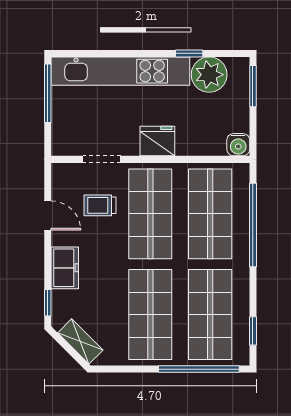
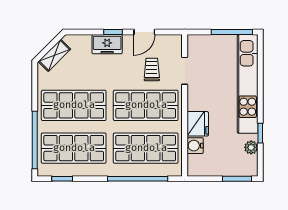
plant: (209, 75) -> (251, 147), width x0.53, depth x0.53
fridge: (157, 141) -> (198, 124), moved
water cooler: (238, 145) -> (195, 146), moved
window: (48, 303) -> (113, 32), moved

